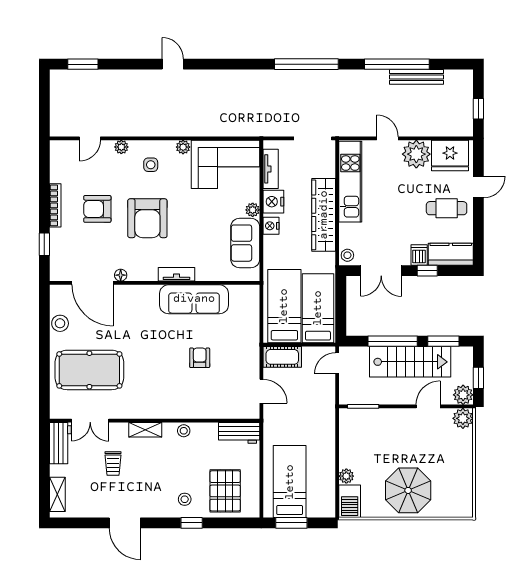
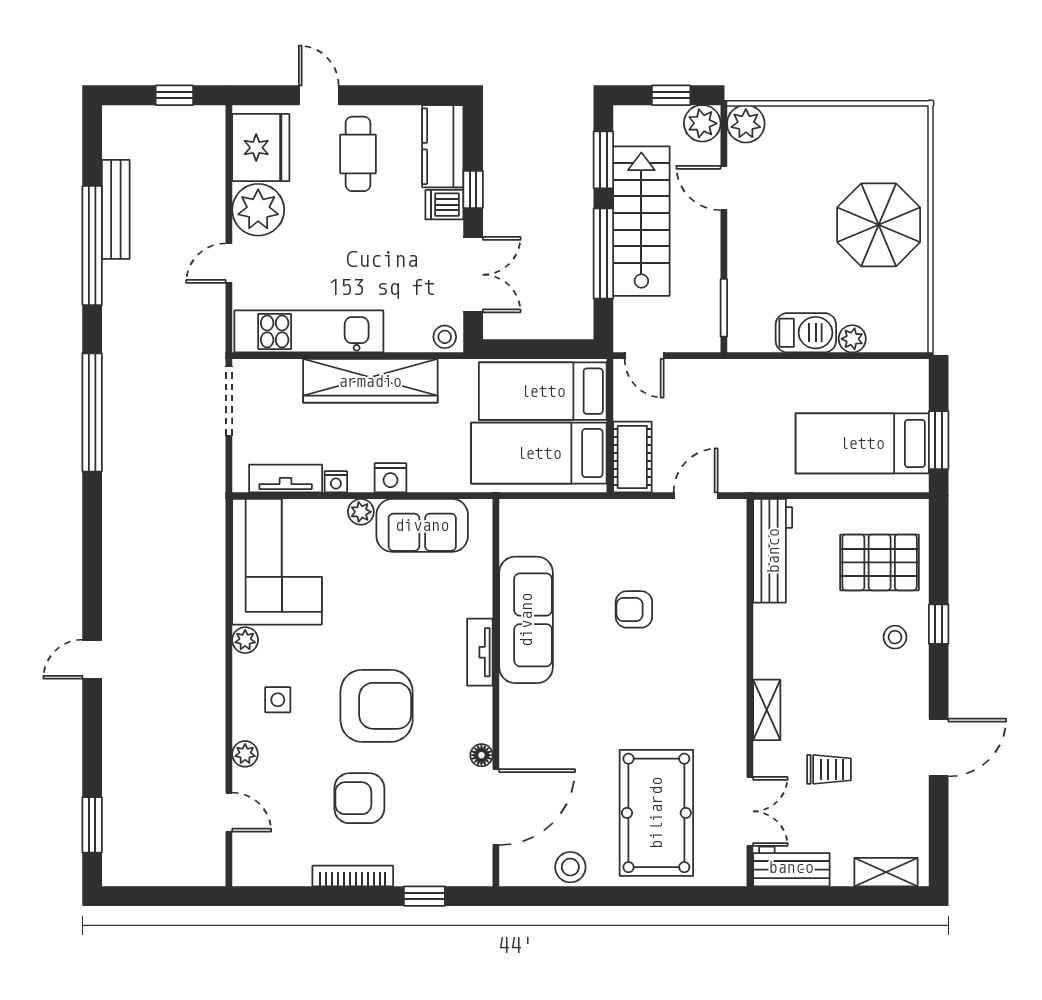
nightstand: (273, 202) -> (336, 482), width x0.53, depth x0.56
armchair: (97, 209) -> (359, 798), turned 90
stool: (184, 431) -> (769, 639), removed
workbench: (239, 433) -> (773, 551), width x1.38
barbecue: (350, 501) -> (806, 333), moved

